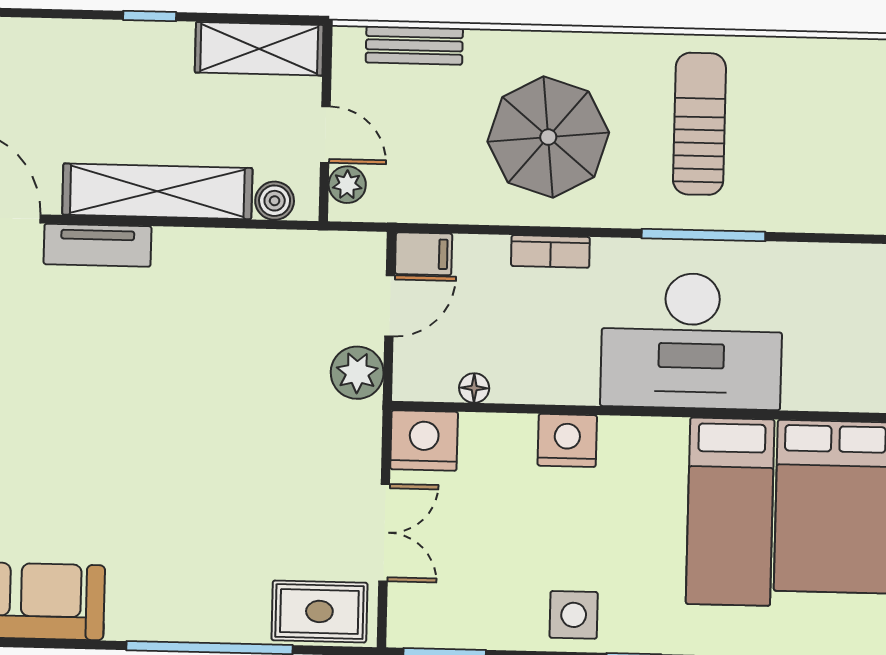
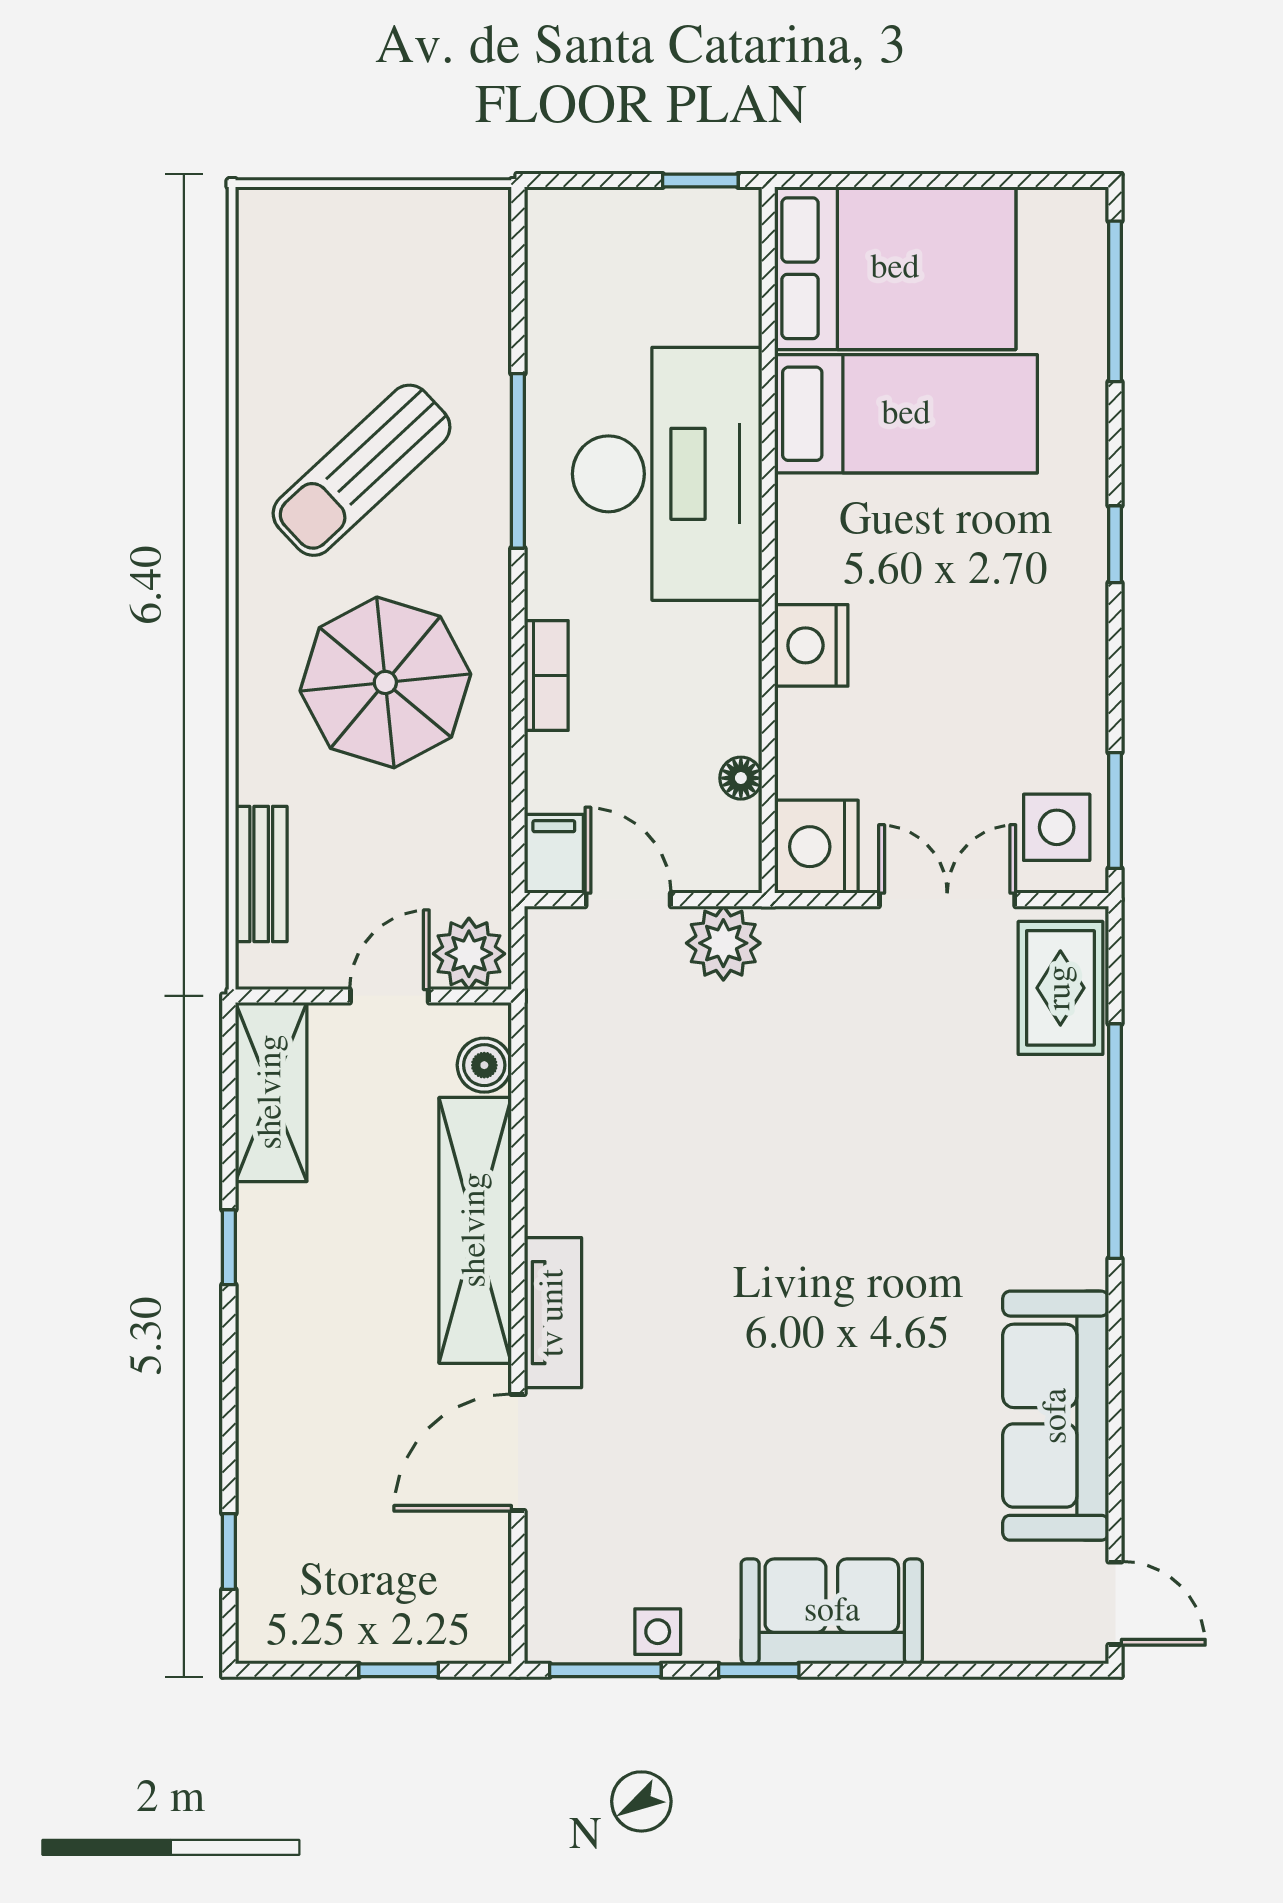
sun lounger: (699, 124) -> (362, 470), turned -43
plant: (347, 185) -> (469, 954), width x1.38, depth x1.38
side table: (574, 615) -> (1057, 827), moved

